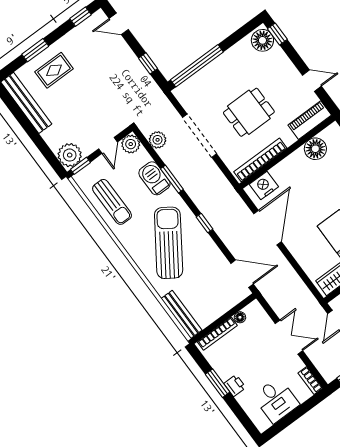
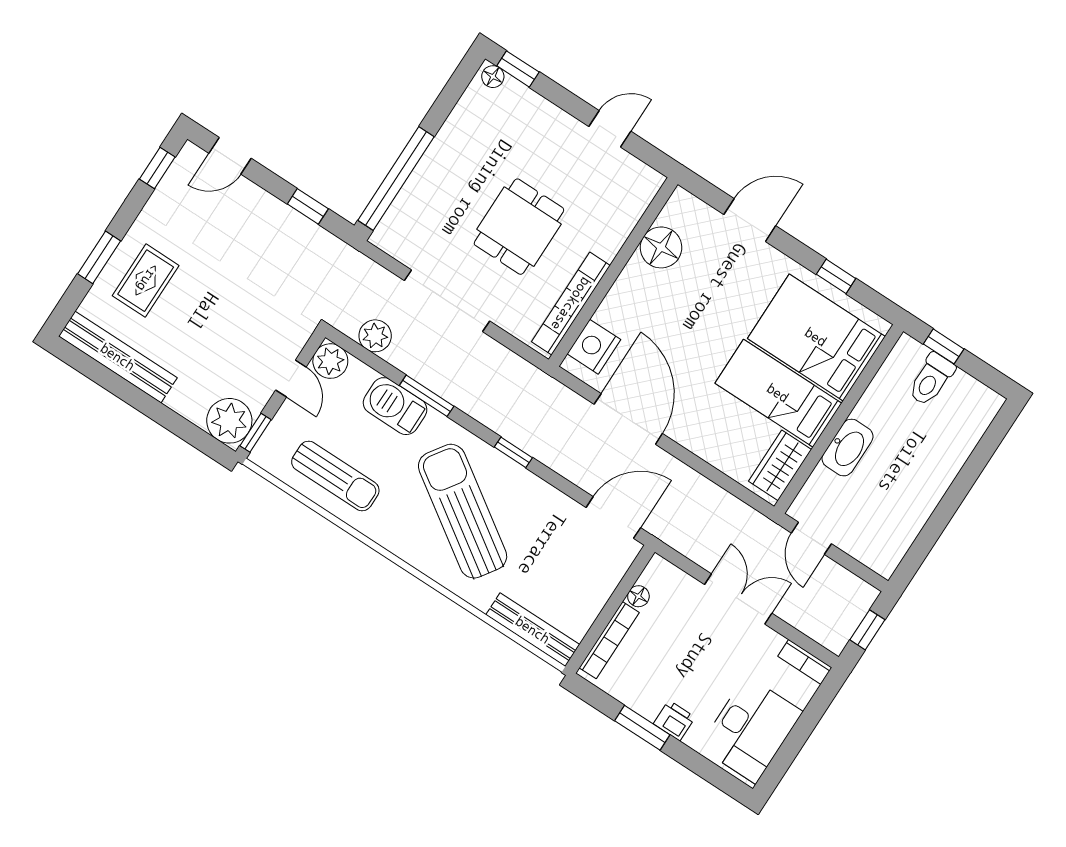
floor lamp: (262, 40) -> (493, 77), width x0.53, depth x0.53
piano: (310, 120) -> (632, 200), removed
desk: (276, 400) -> (751, 729), width x1.37

